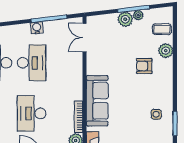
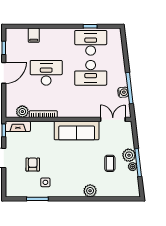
water cooler: (37, 28) -> (123, 92), moved
coffee table: (162, 29) -> (110, 163), moved
plant: (166, 51) -> (90, 191), moved
armchair: (144, 66) -> (33, 165), moved
sofa: (97, 101) -> (77, 131), moved

